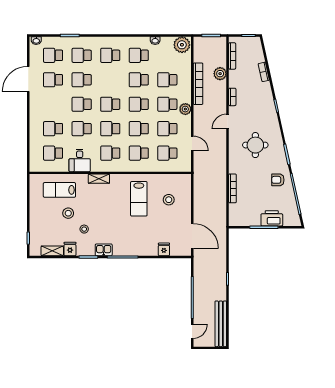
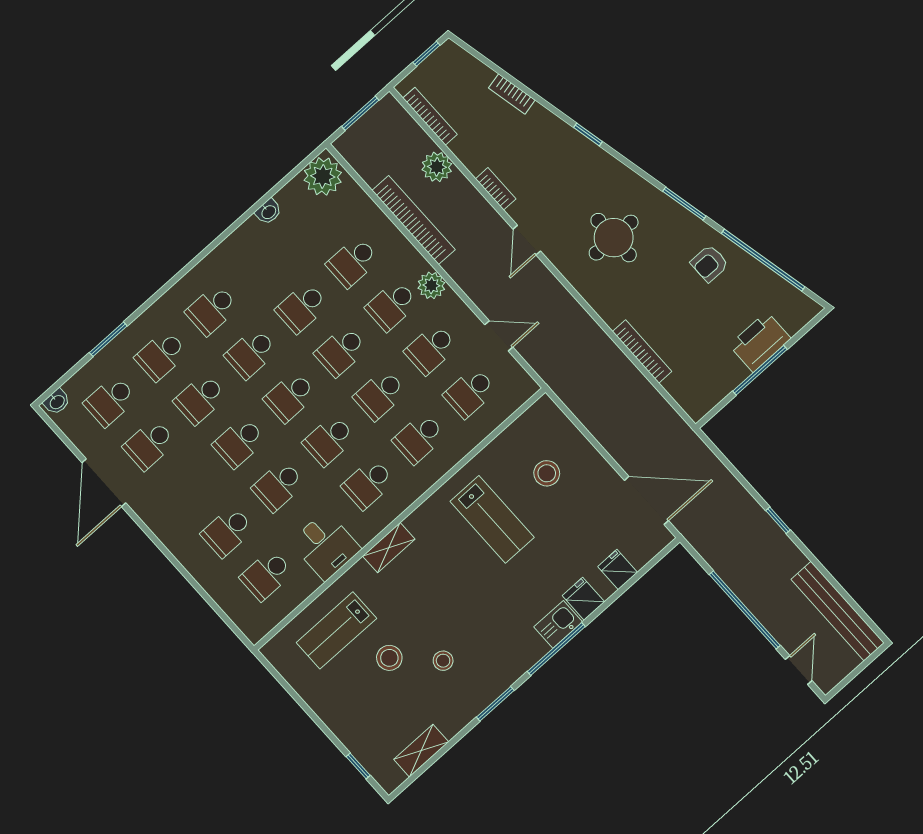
school desk: (139, 55) -> (251, 353), moved
fridge: (70, 249) -> (583, 599), moved
kitchen sink: (104, 250) -> (558, 624), moved

